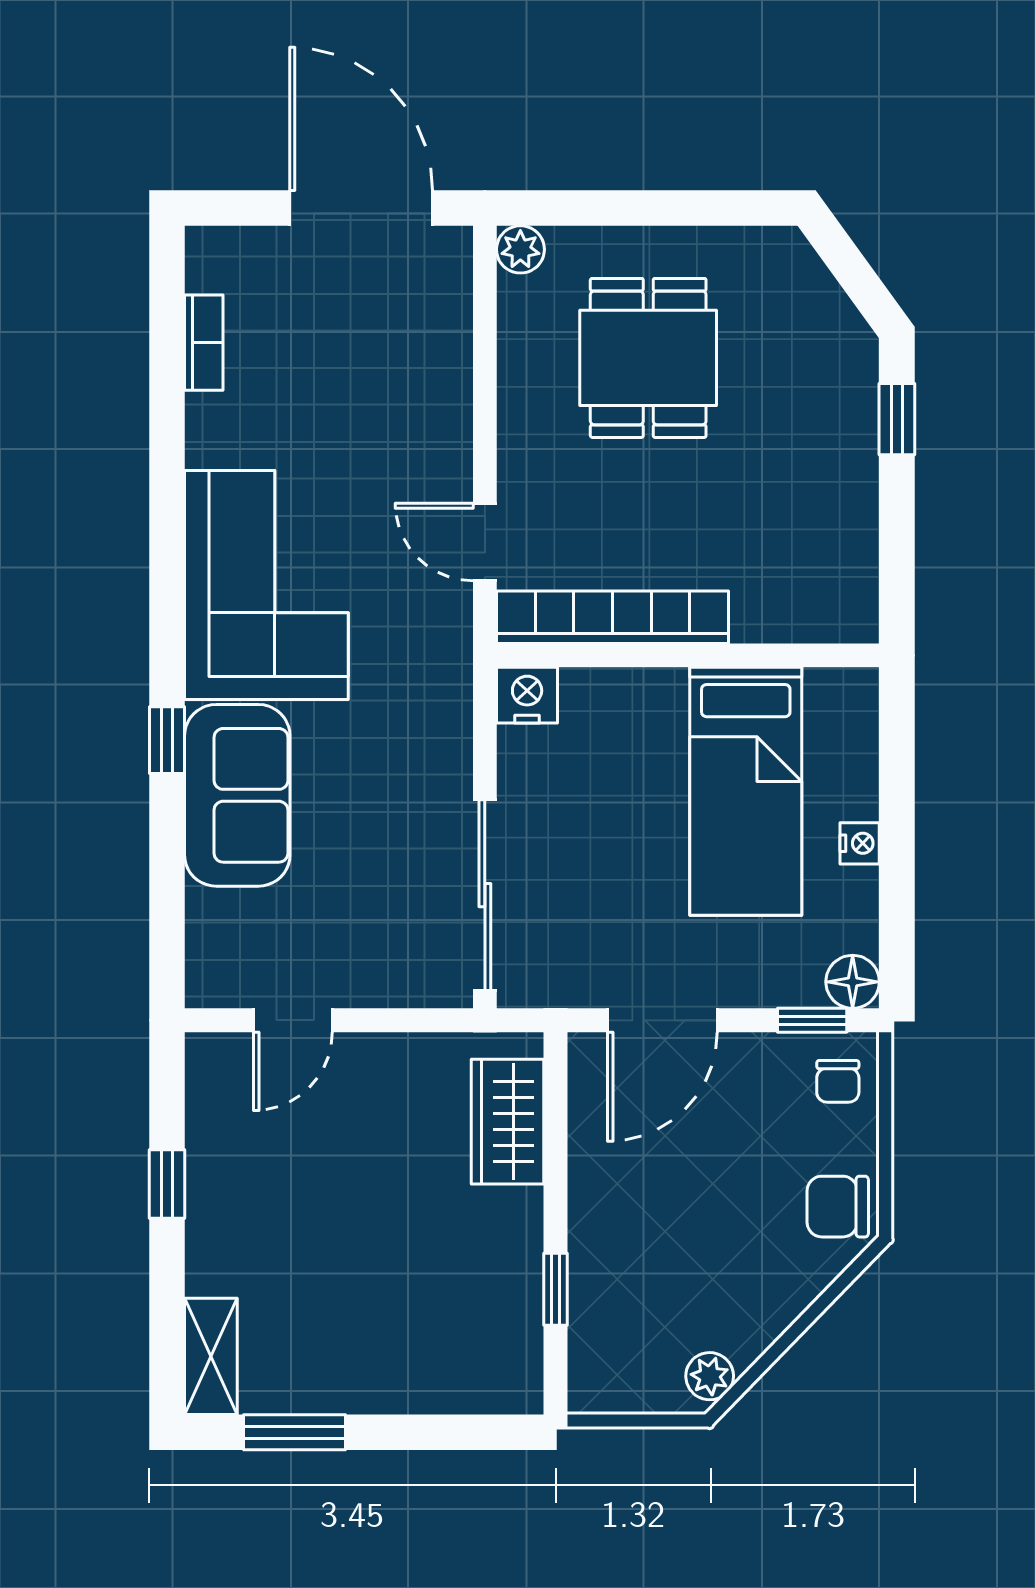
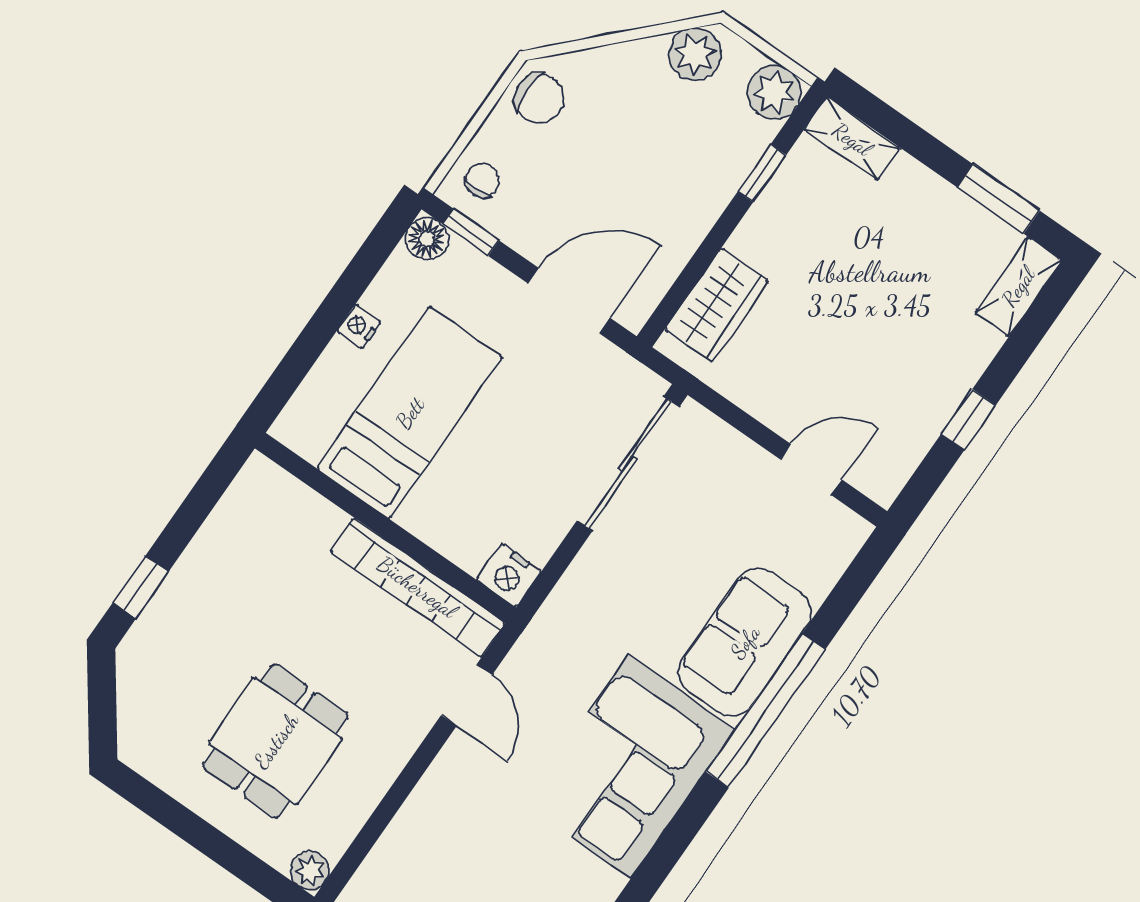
window: (167, 740) -> (765, 710), width x3.17
plant: (710, 1376) -> (695, 54), width x1.38, depth x1.38
plant: (601, 1381) -> (774, 92), added
shelving: (488, 1389) -> (852, 139), added

